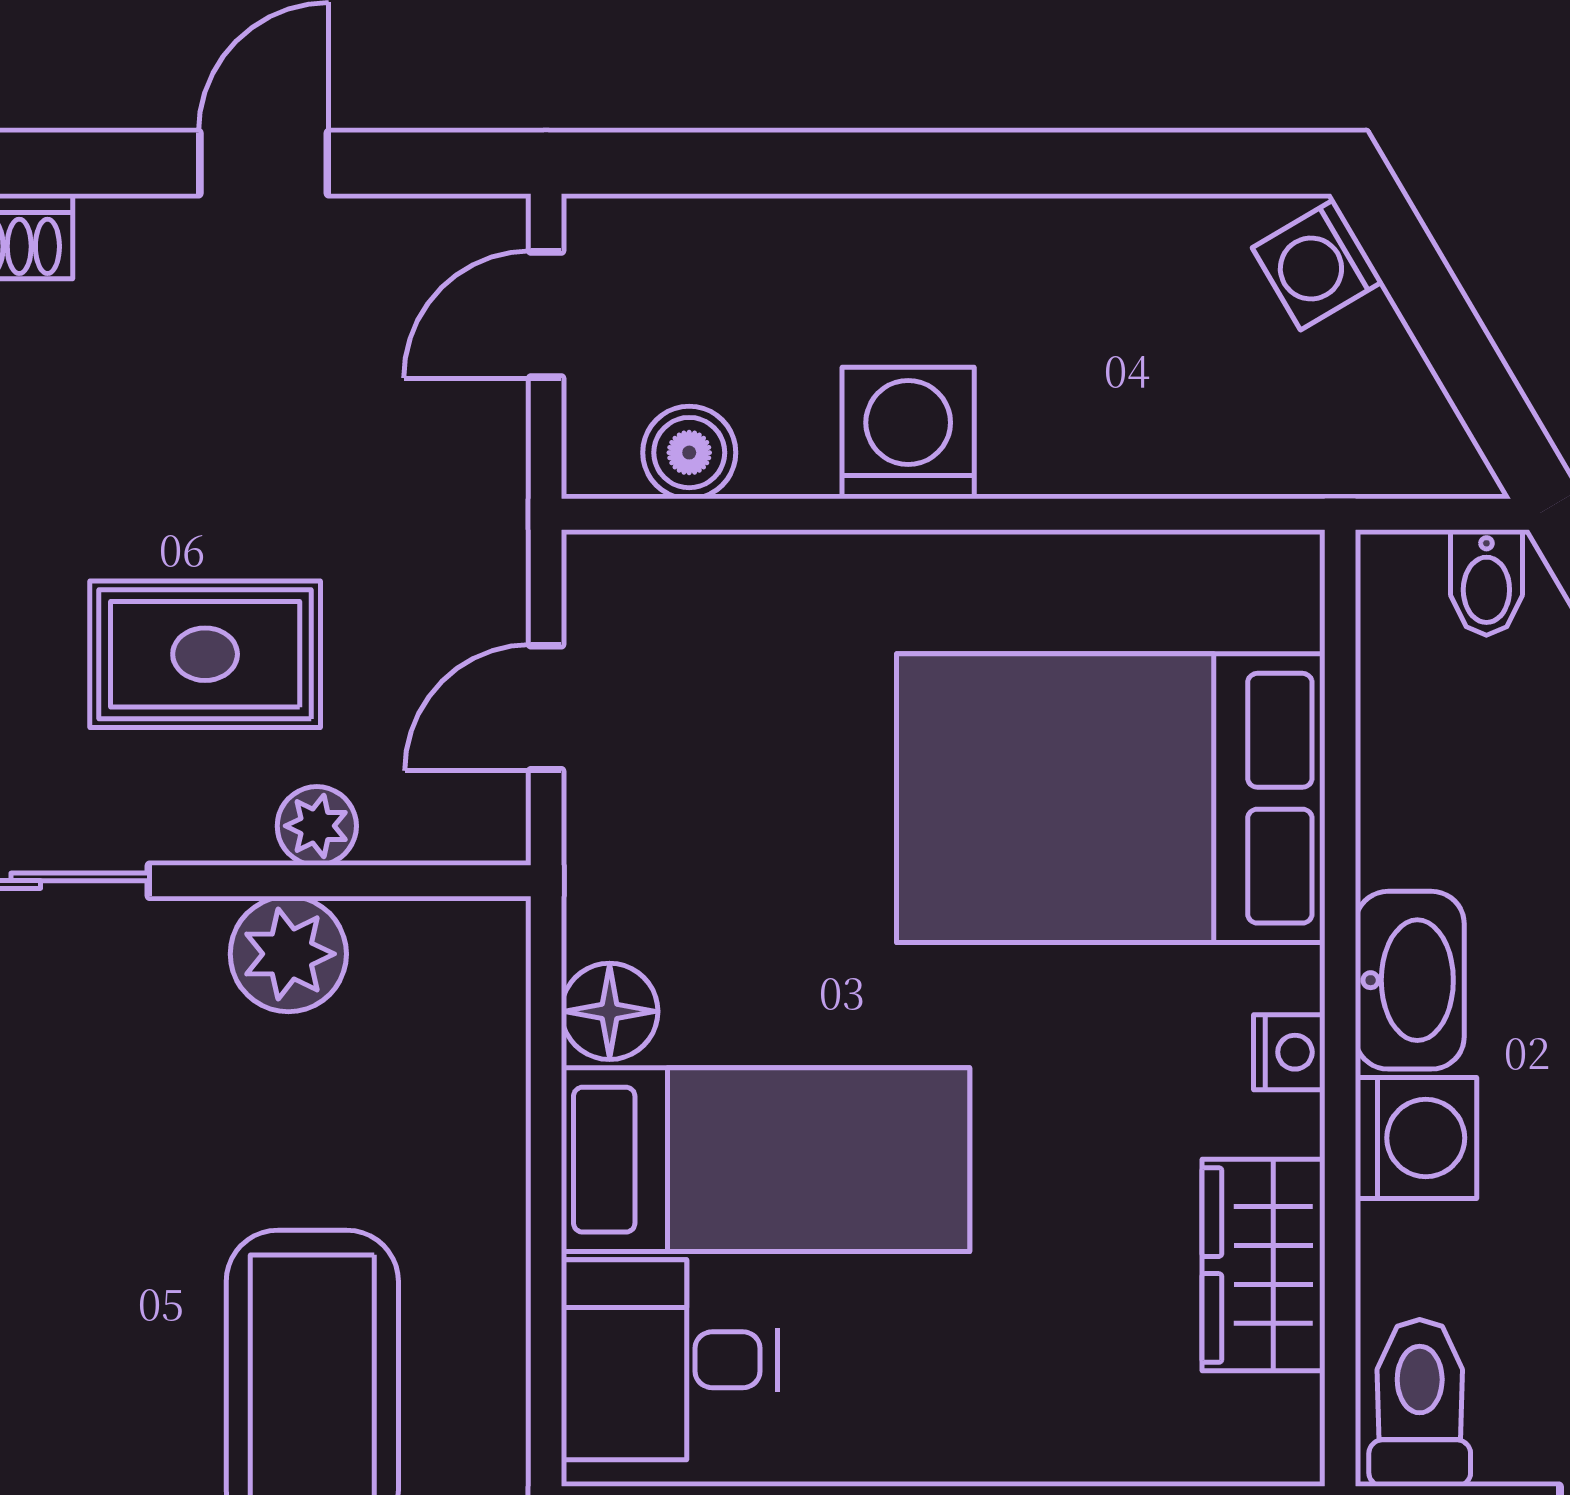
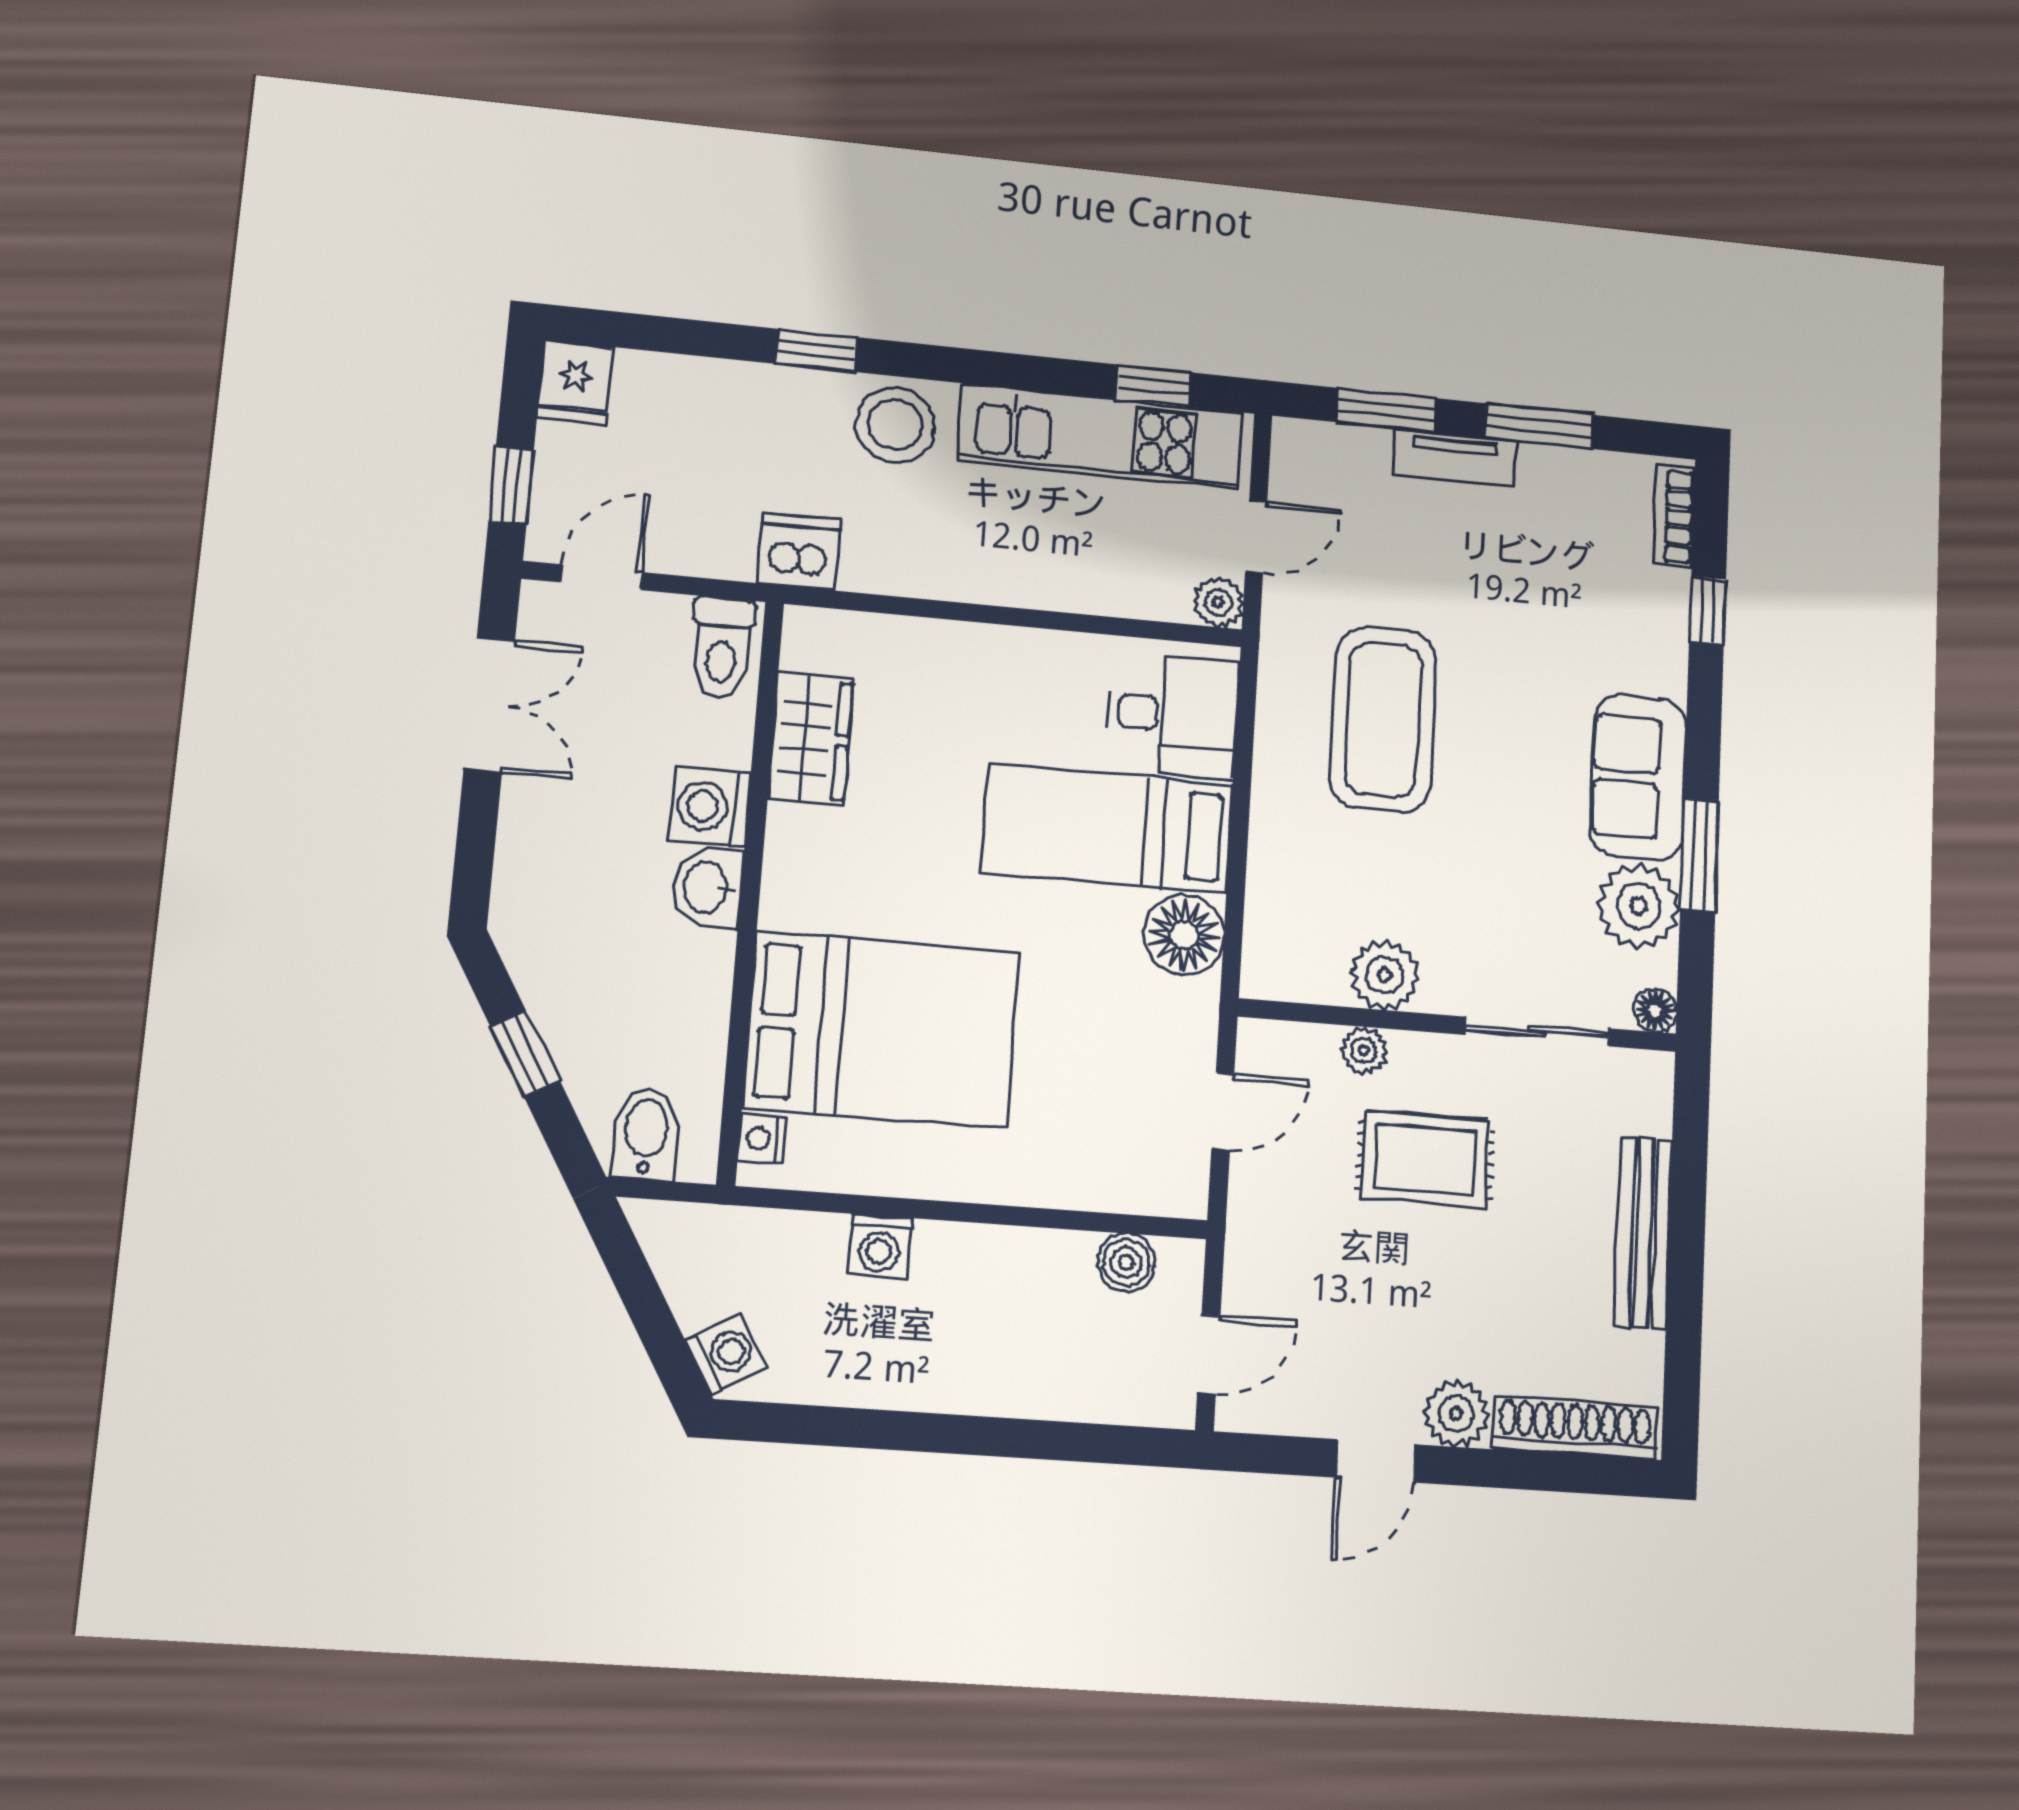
plant: (134, 247) -> (1456, 1414), added
washing machine: (908, 433) -> (880, 1246), moved, width x0.73, depth x0.73
bidet: (1486, 582) -> (646, 1134), width x1.38, depth x1.36
washbasin: (1410, 980) -> (707, 888), width x0.72
floor lamp: (610, 1011) -> (1184, 935), width x1.38, depth x1.38
nightstand: (1289, 1052) -> (762, 1139), moved

